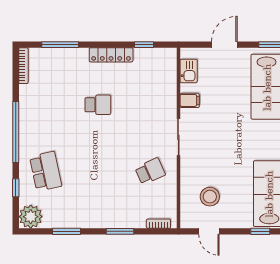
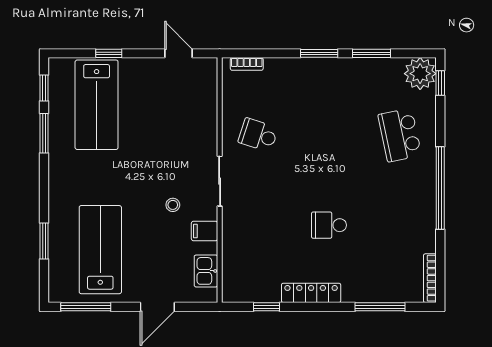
school desk: (150, 171) -> (258, 135), turned 42
window: (16, 188) -> (440, 83), moved
stool: (210, 197) -> (173, 205), moved, width x0.53, depth x0.53
window: (120, 231) -> (319, 53), moved

